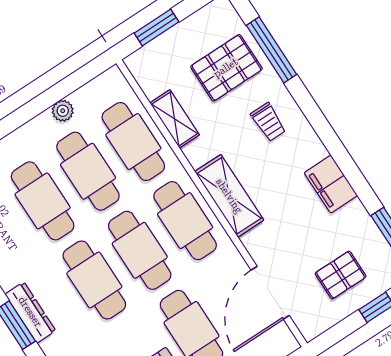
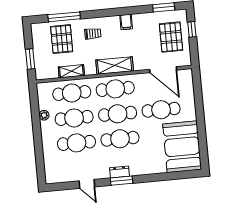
filing cabinet: (331, 184) -> (126, 22), width x0.50
pallet: (341, 275) -> (171, 37), width x1.50, depth x1.42
dresser: (30, 312) -> (119, 172), width x0.70

